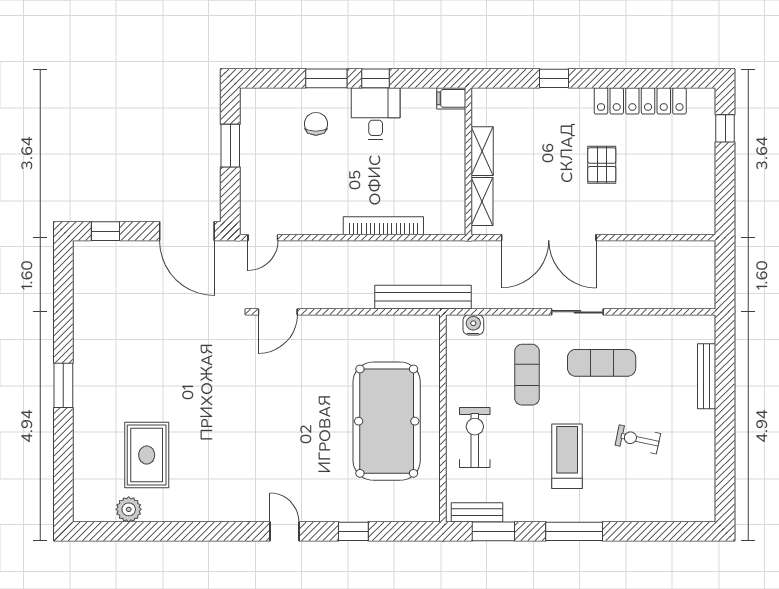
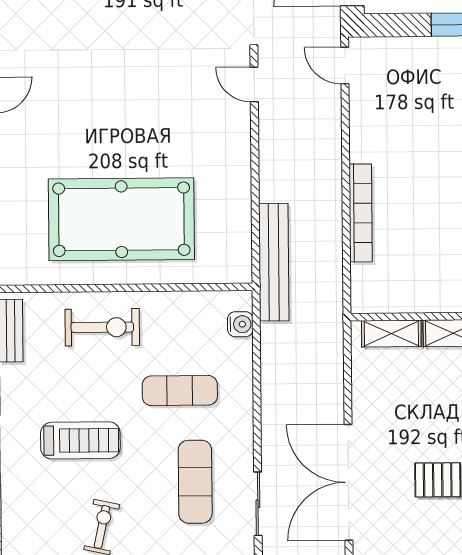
double door: (549, 238) -> (348, 482), moved
door: (278, 312) -> (254, 84), width x0.73
sliding door: (577, 312) -> (258, 504), moved

